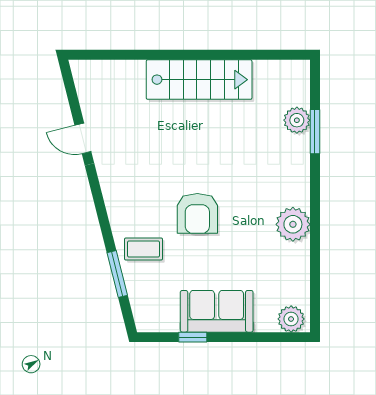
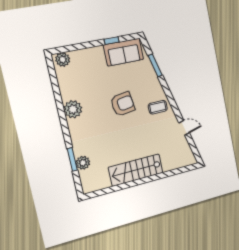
armchair: (197, 213) -> (123, 104), turned 82
coffee table: (143, 249) -> (158, 107), moved
sofa: (217, 311) -> (124, 52), moved

